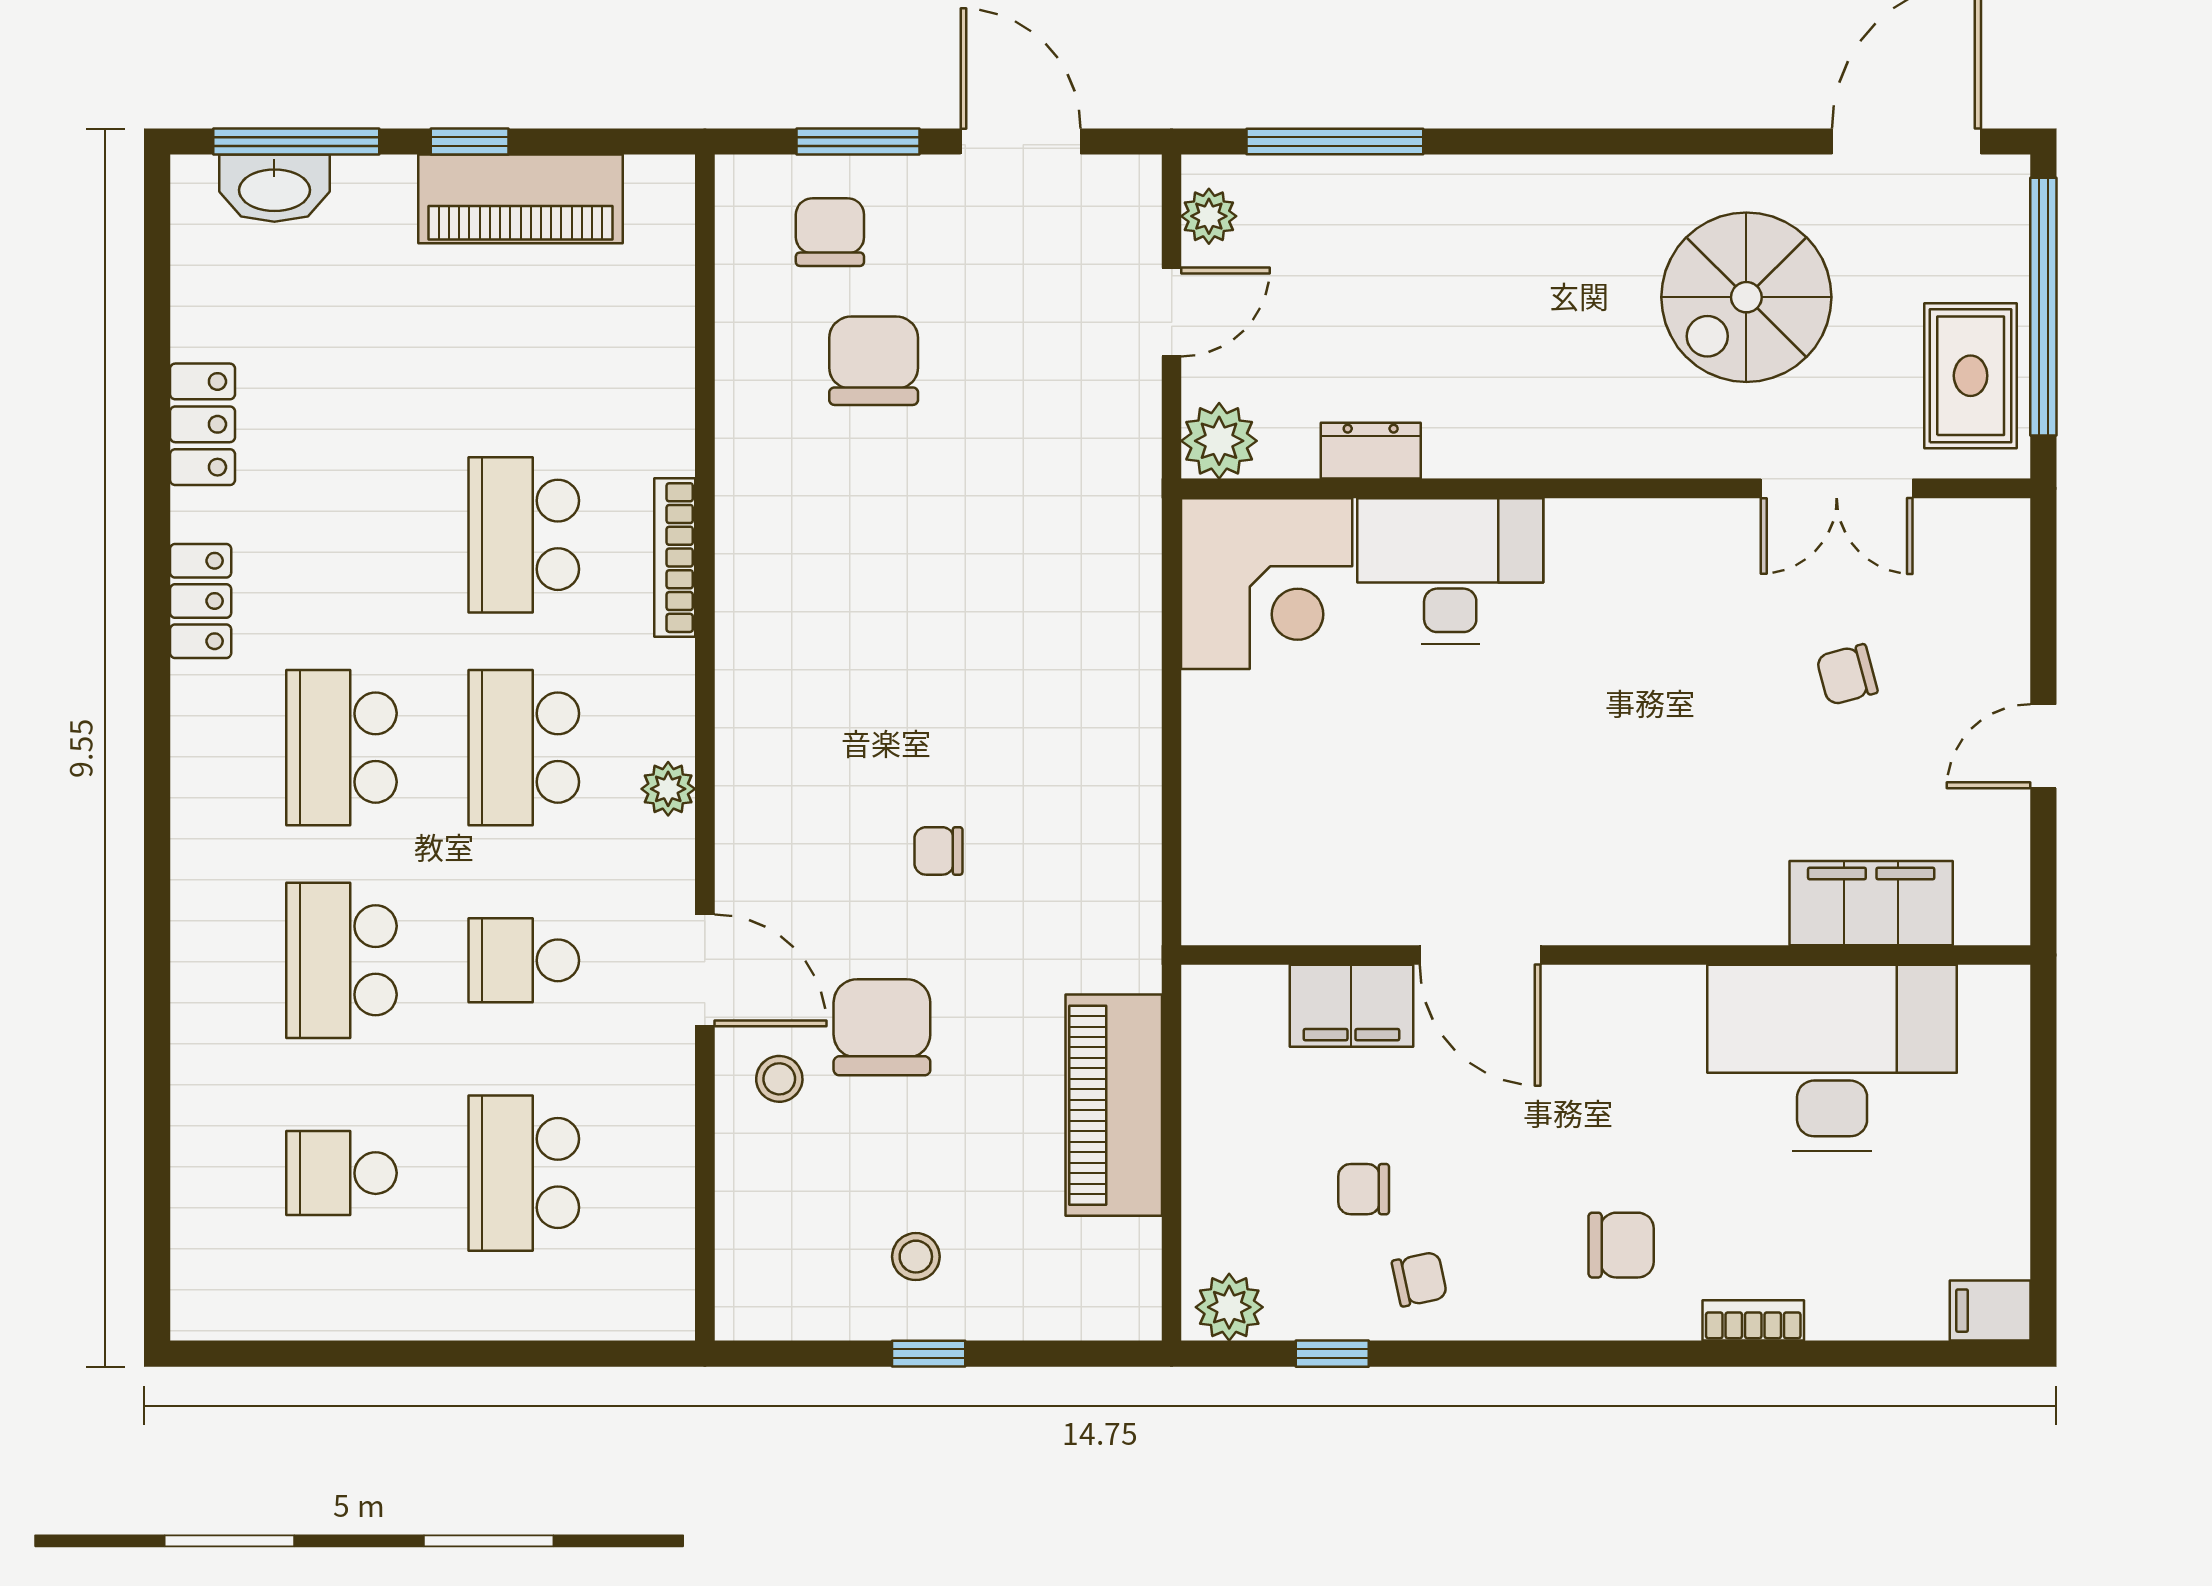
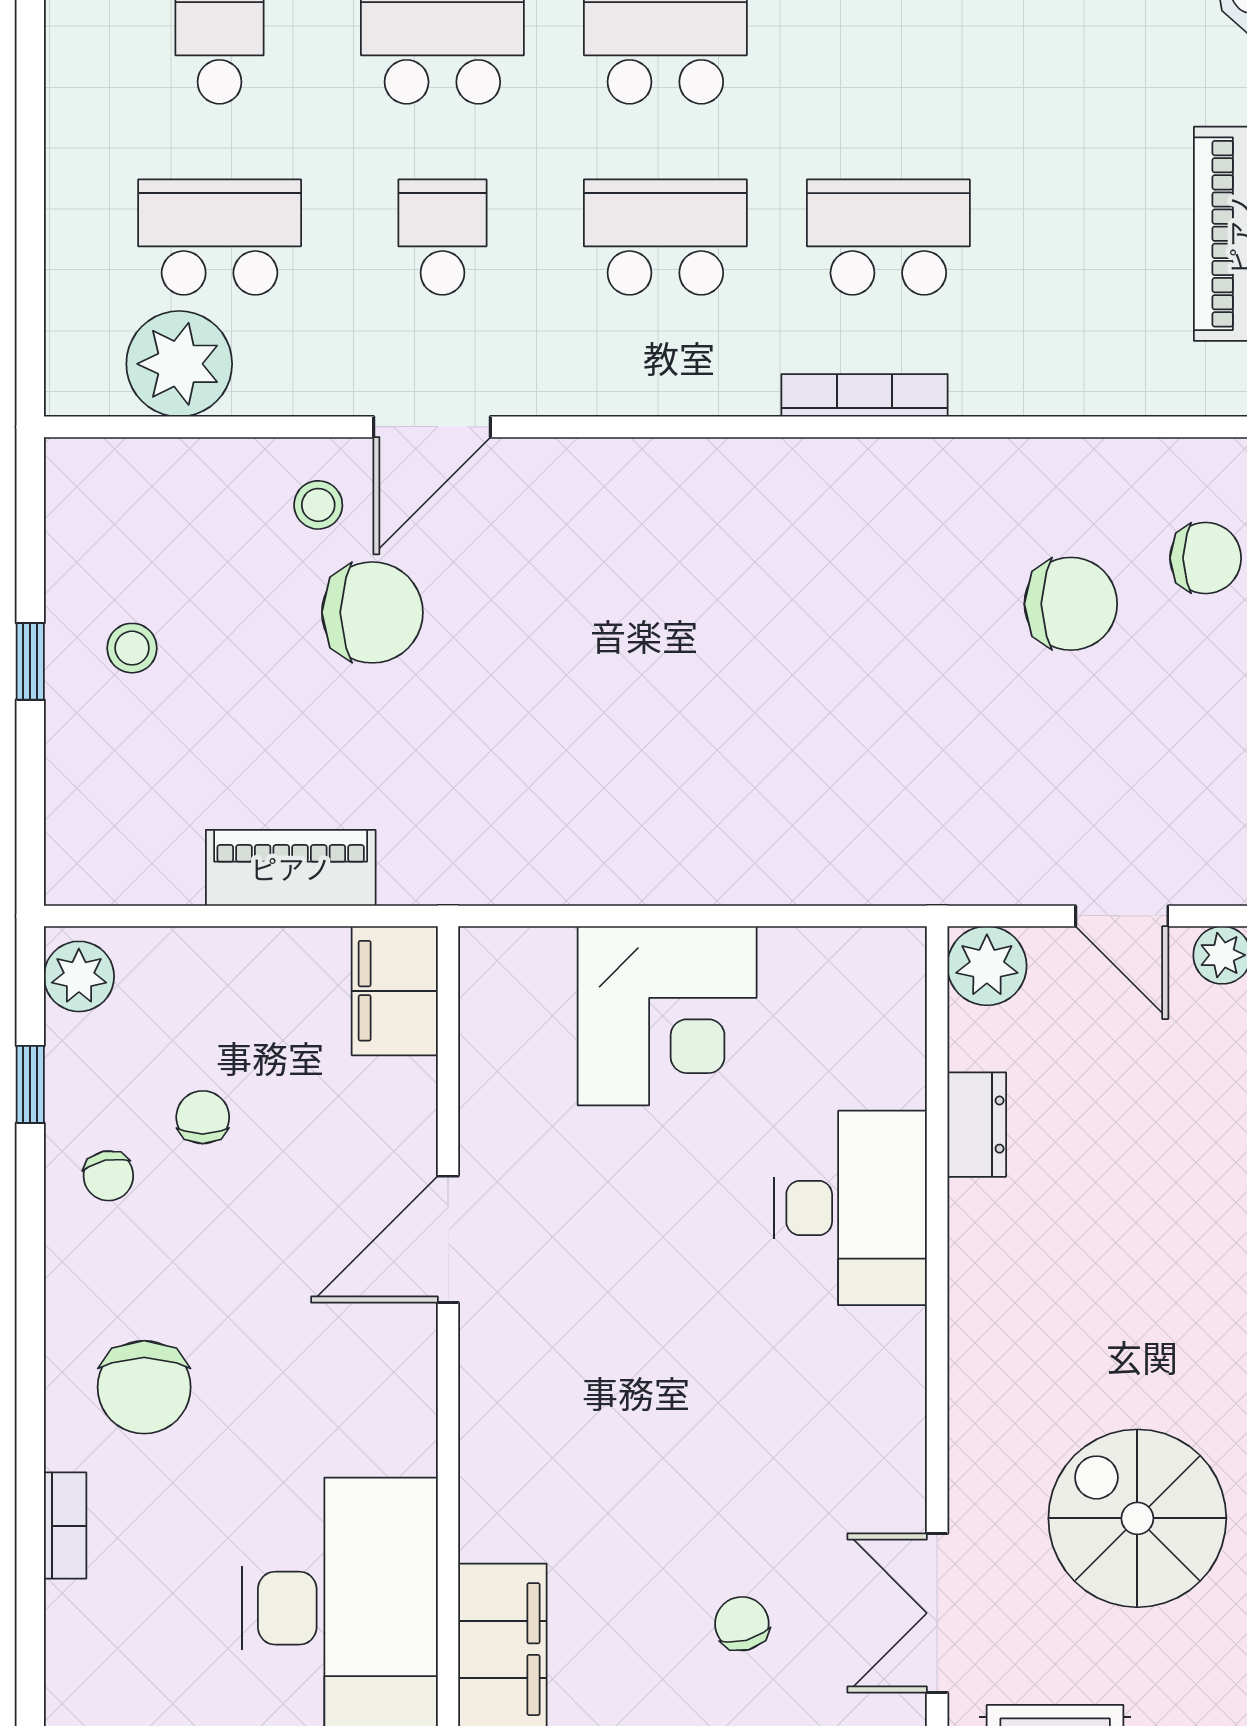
corner desk: (1267, 584) -> (667, 1016), moved, turned -90
plant: (668, 789) -> (179, 364), moved, width x1.88, depth x1.88
chair: (938, 851) -> (557, 672), removed
filing cabinet: (1351, 1006) -> (395, 991), moved
piano: (1114, 1105) -> (291, 868), width x0.73, depth x0.75
chair: (1621, 1245) -> (144, 1387), width x1.37, depth x1.37

